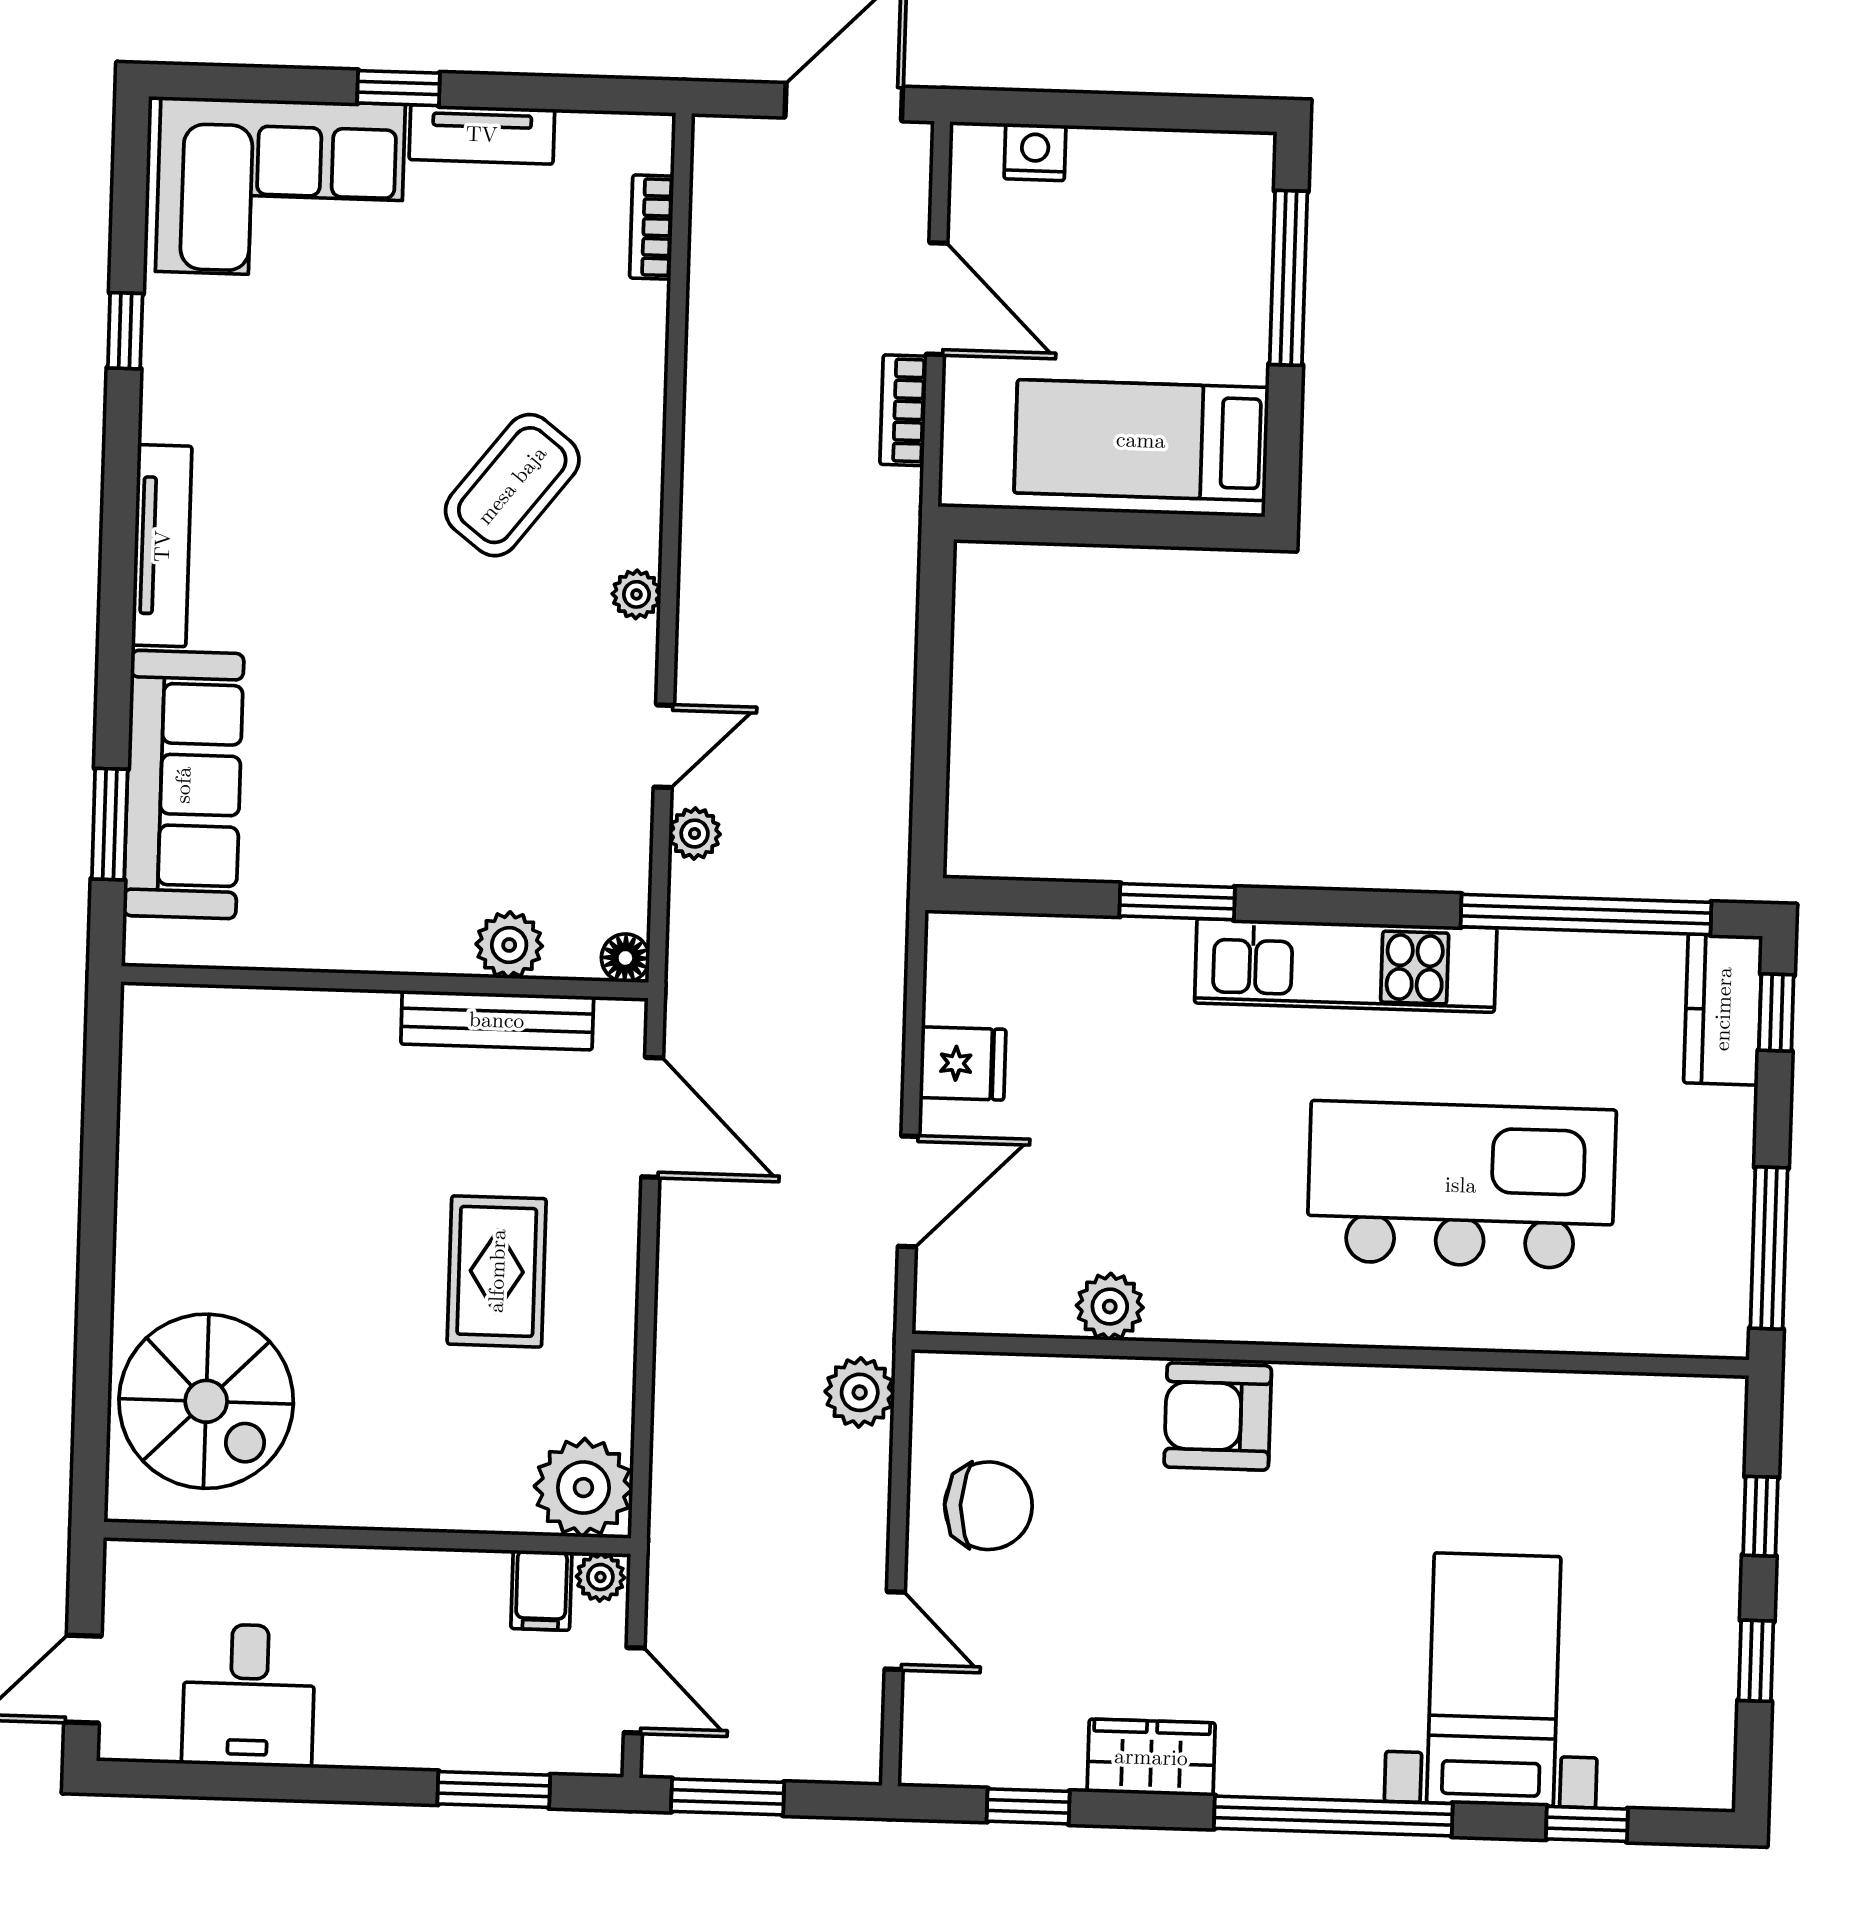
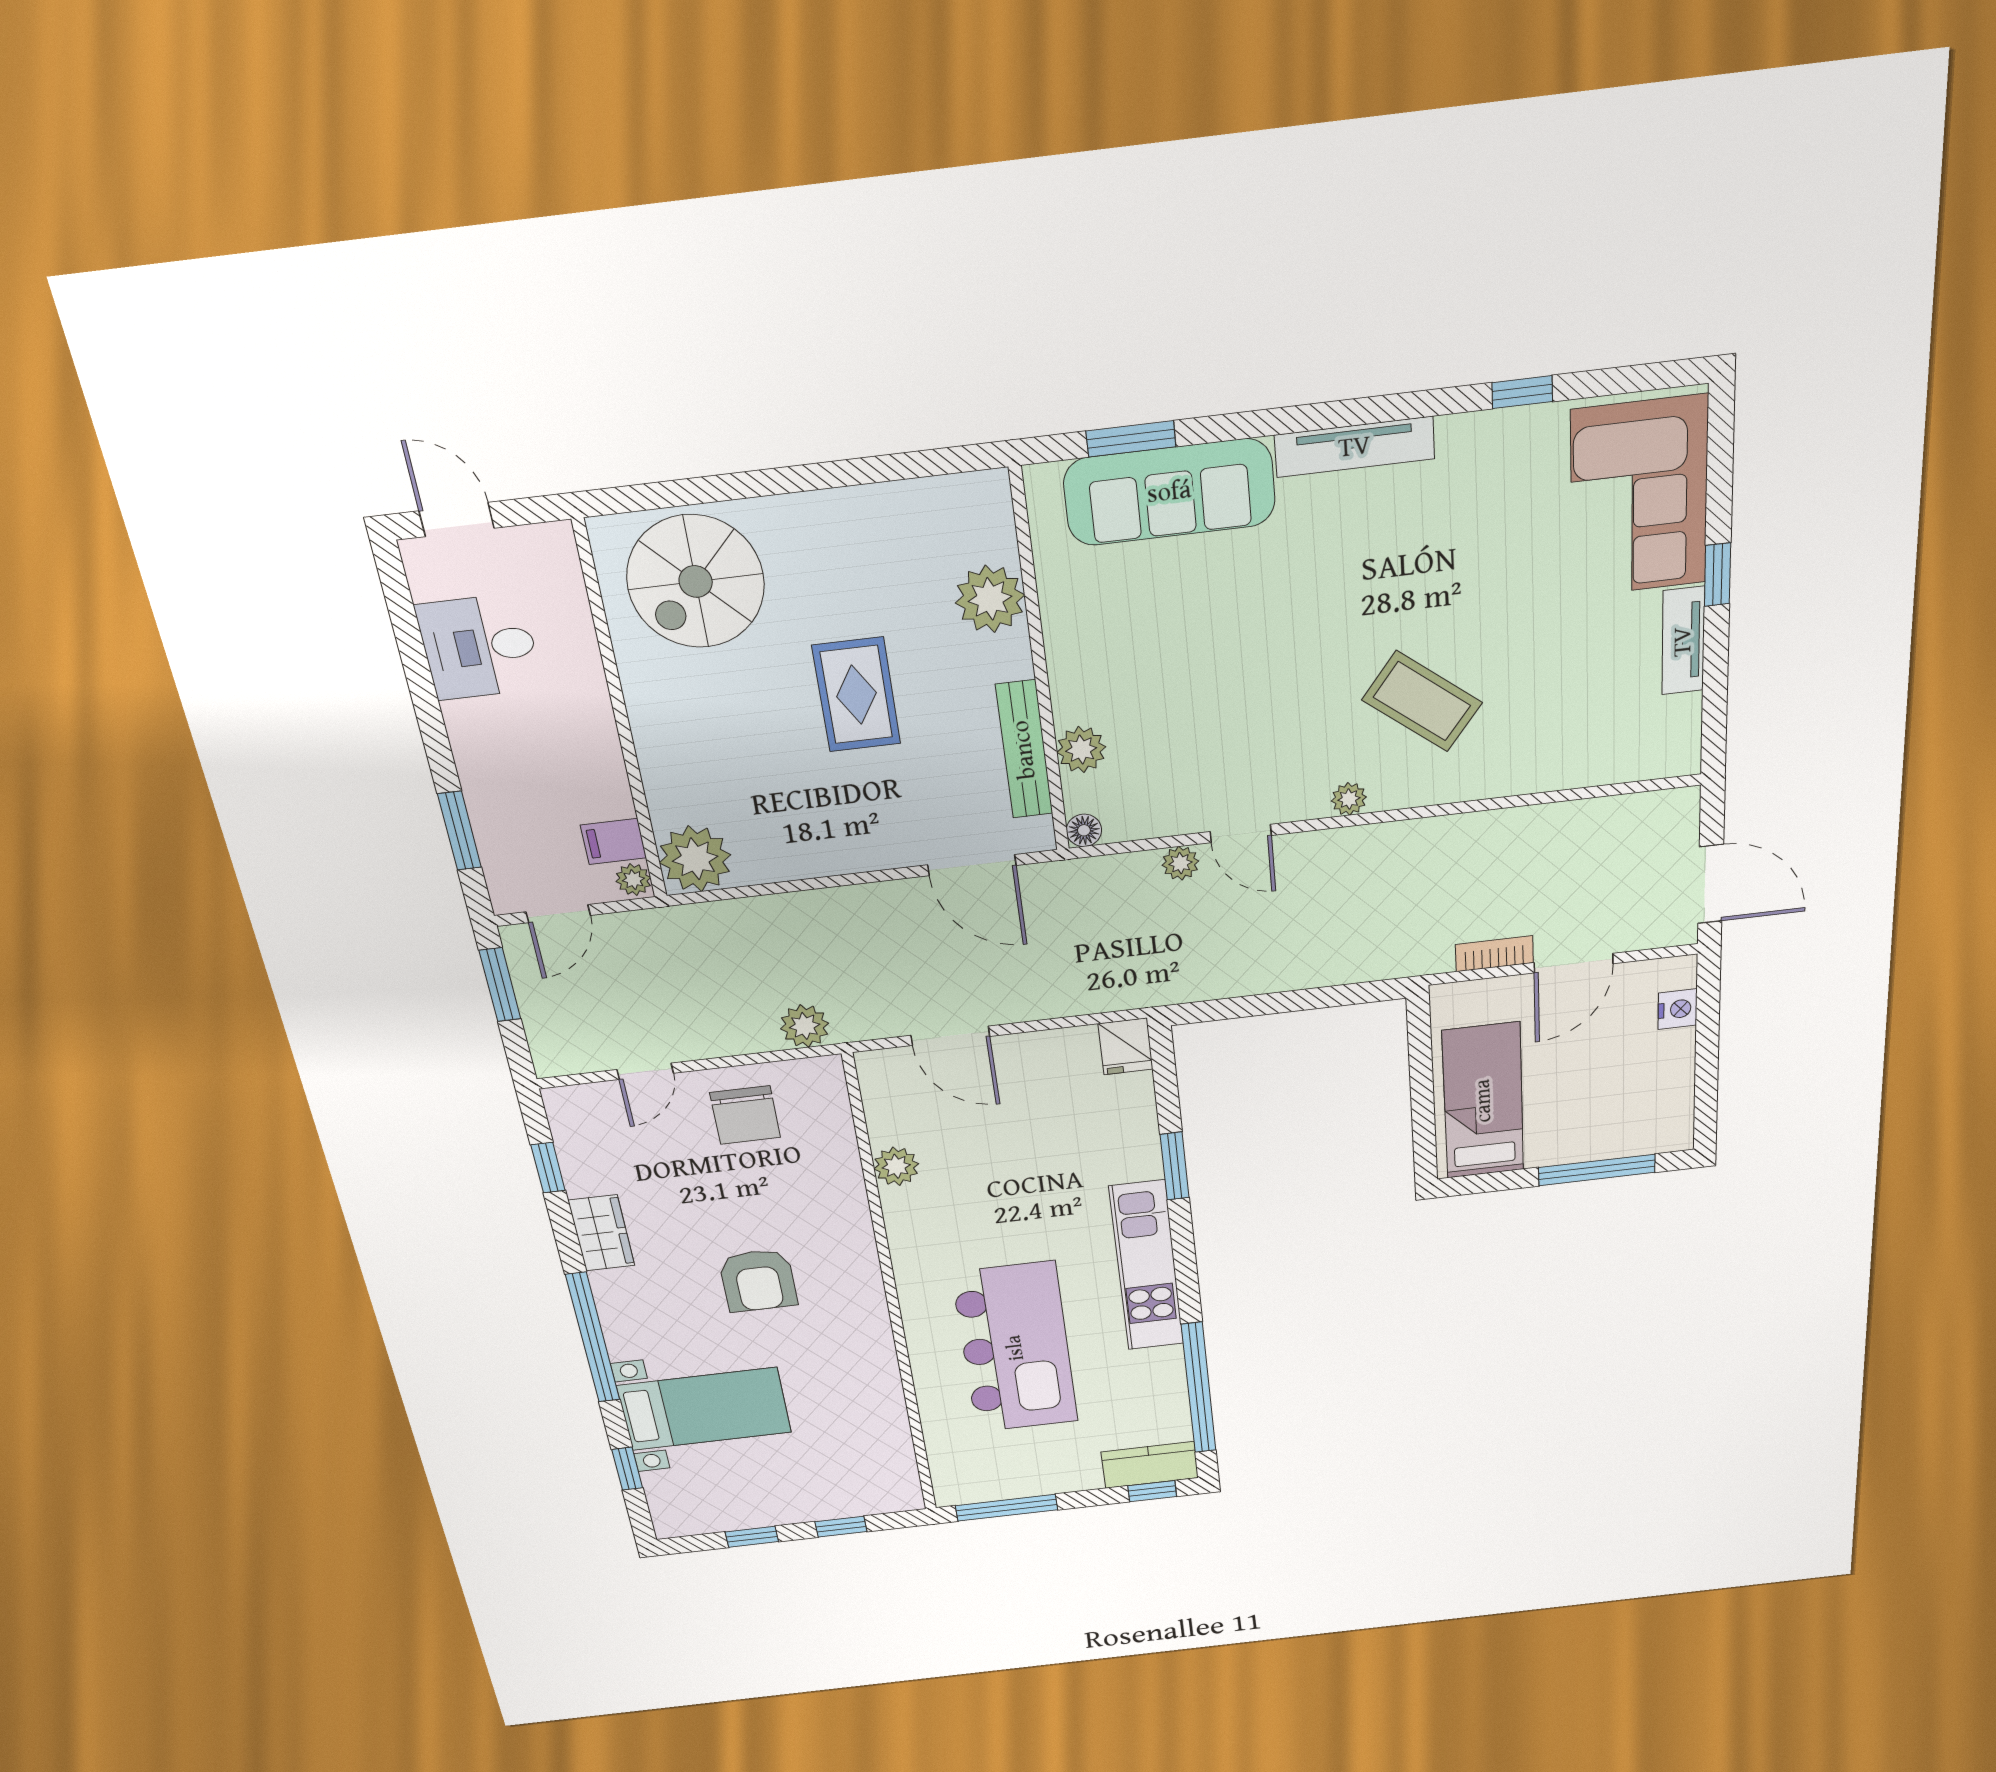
bookcase: (652, 227) -> (1618, 770), removed
plant: (286, 1032) -> (990, 599), added
fridge: (963, 1063) -> (1125, 1046), moved
door: (652, 1117) -> (972, 865), hinge flipped
rug: (497, 1271) -> (856, 695), moved, turned 90
armchair: (1218, 1416) -> (758, 1280), moved, turned 180

